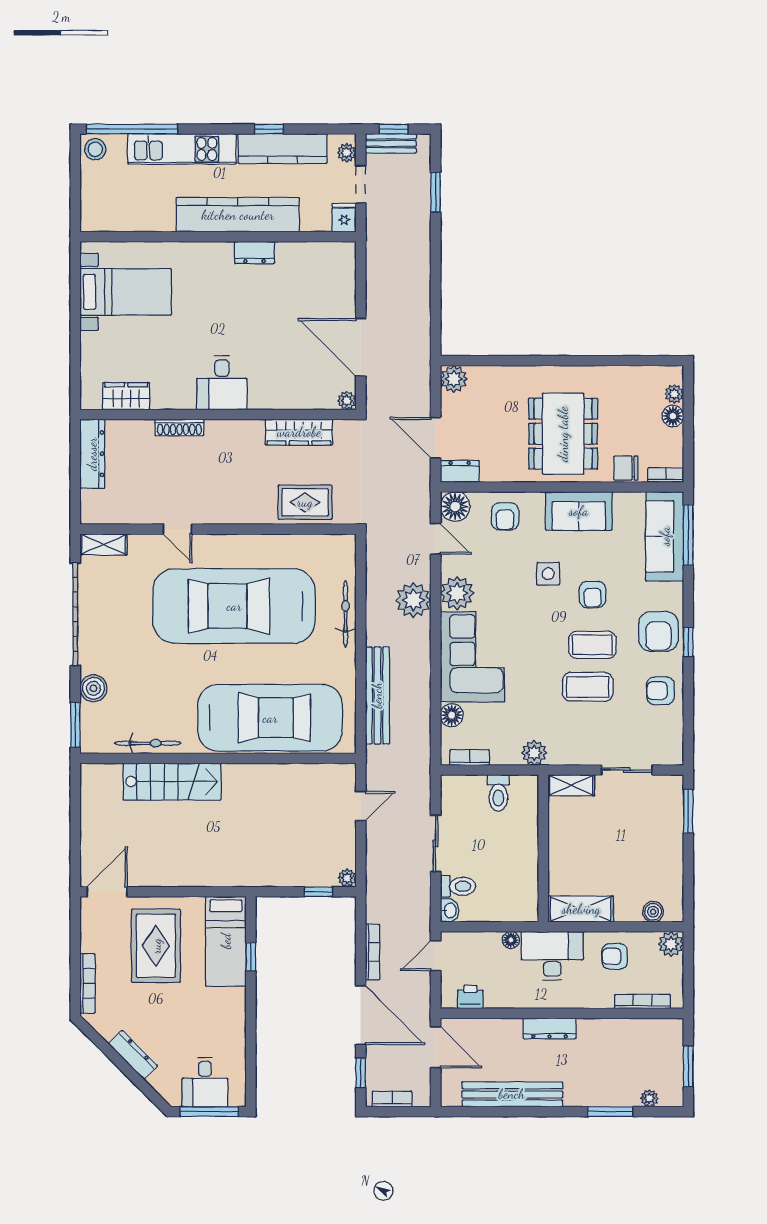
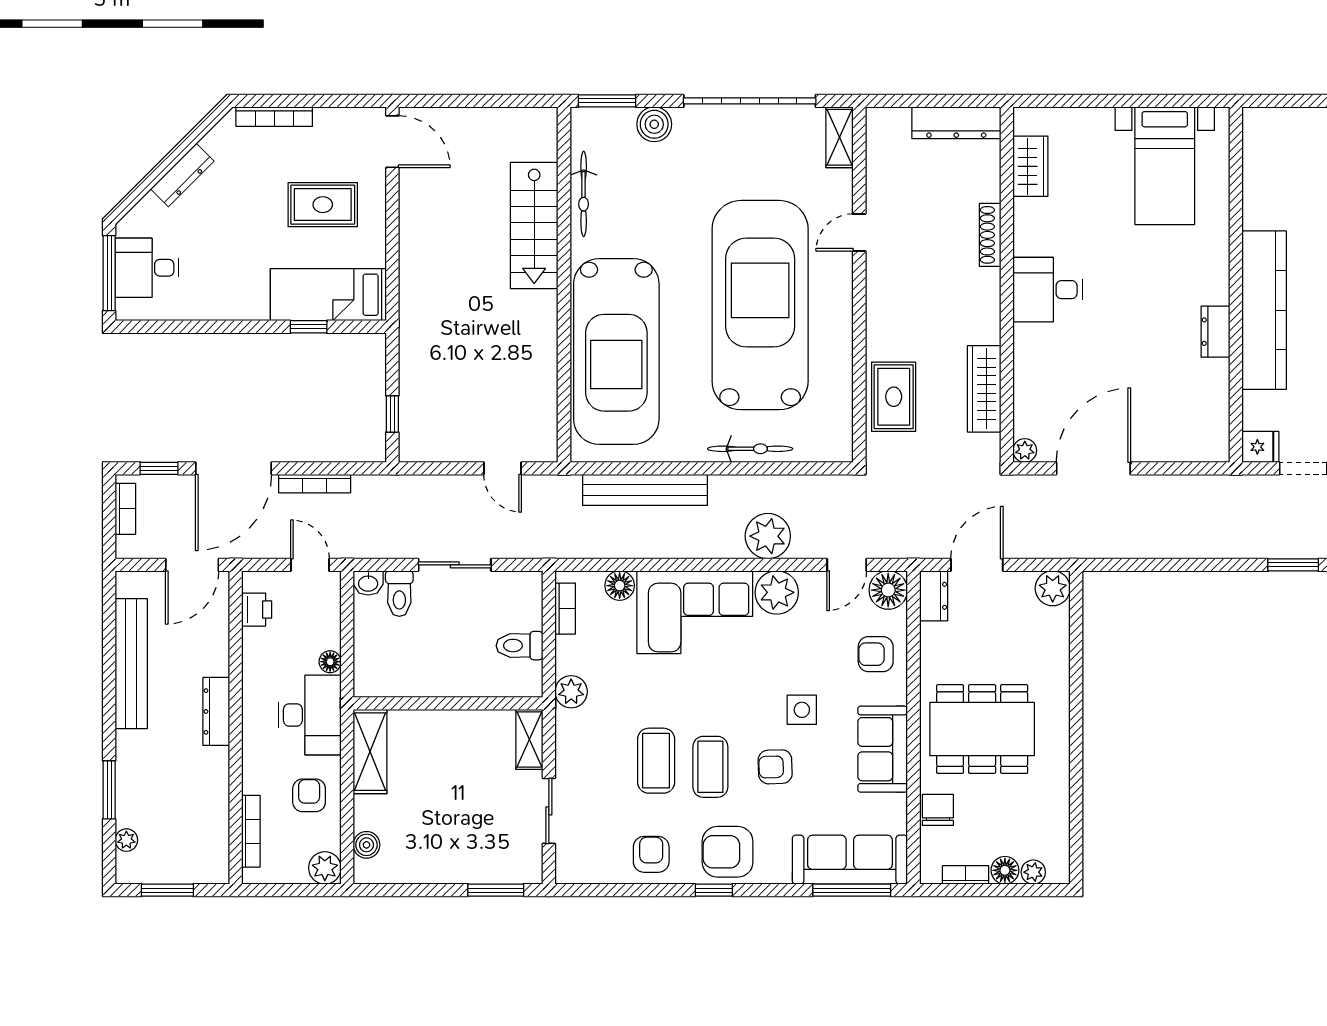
bookcase: (666, 475) -> (966, 875), moved, turned -90
plant: (347, 878) -> (410, 451), removed
rug: (156, 946) -> (323, 205), width x0.73, depth x0.70

